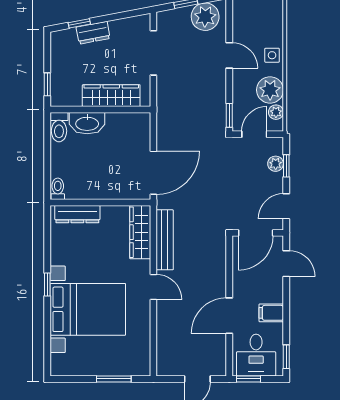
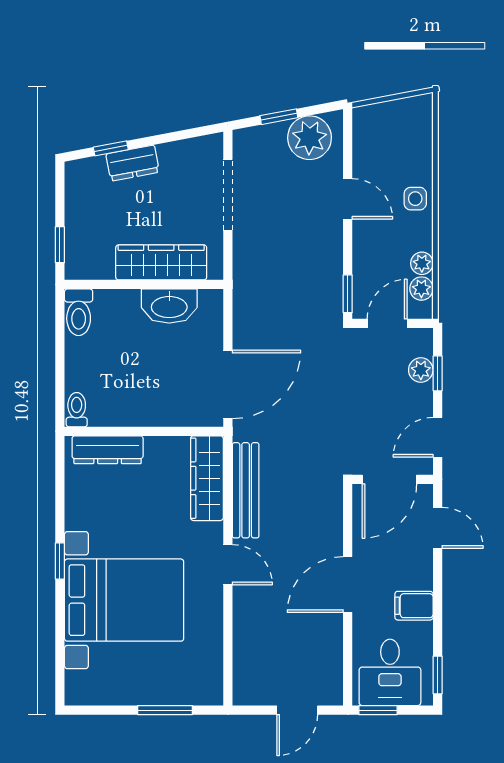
plant: (270, 90) -> (422, 263), width x0.53, depth x0.53
washbasin: (87, 123) -> (169, 306), moved
door: (229, 316) -> (348, 585), moved

